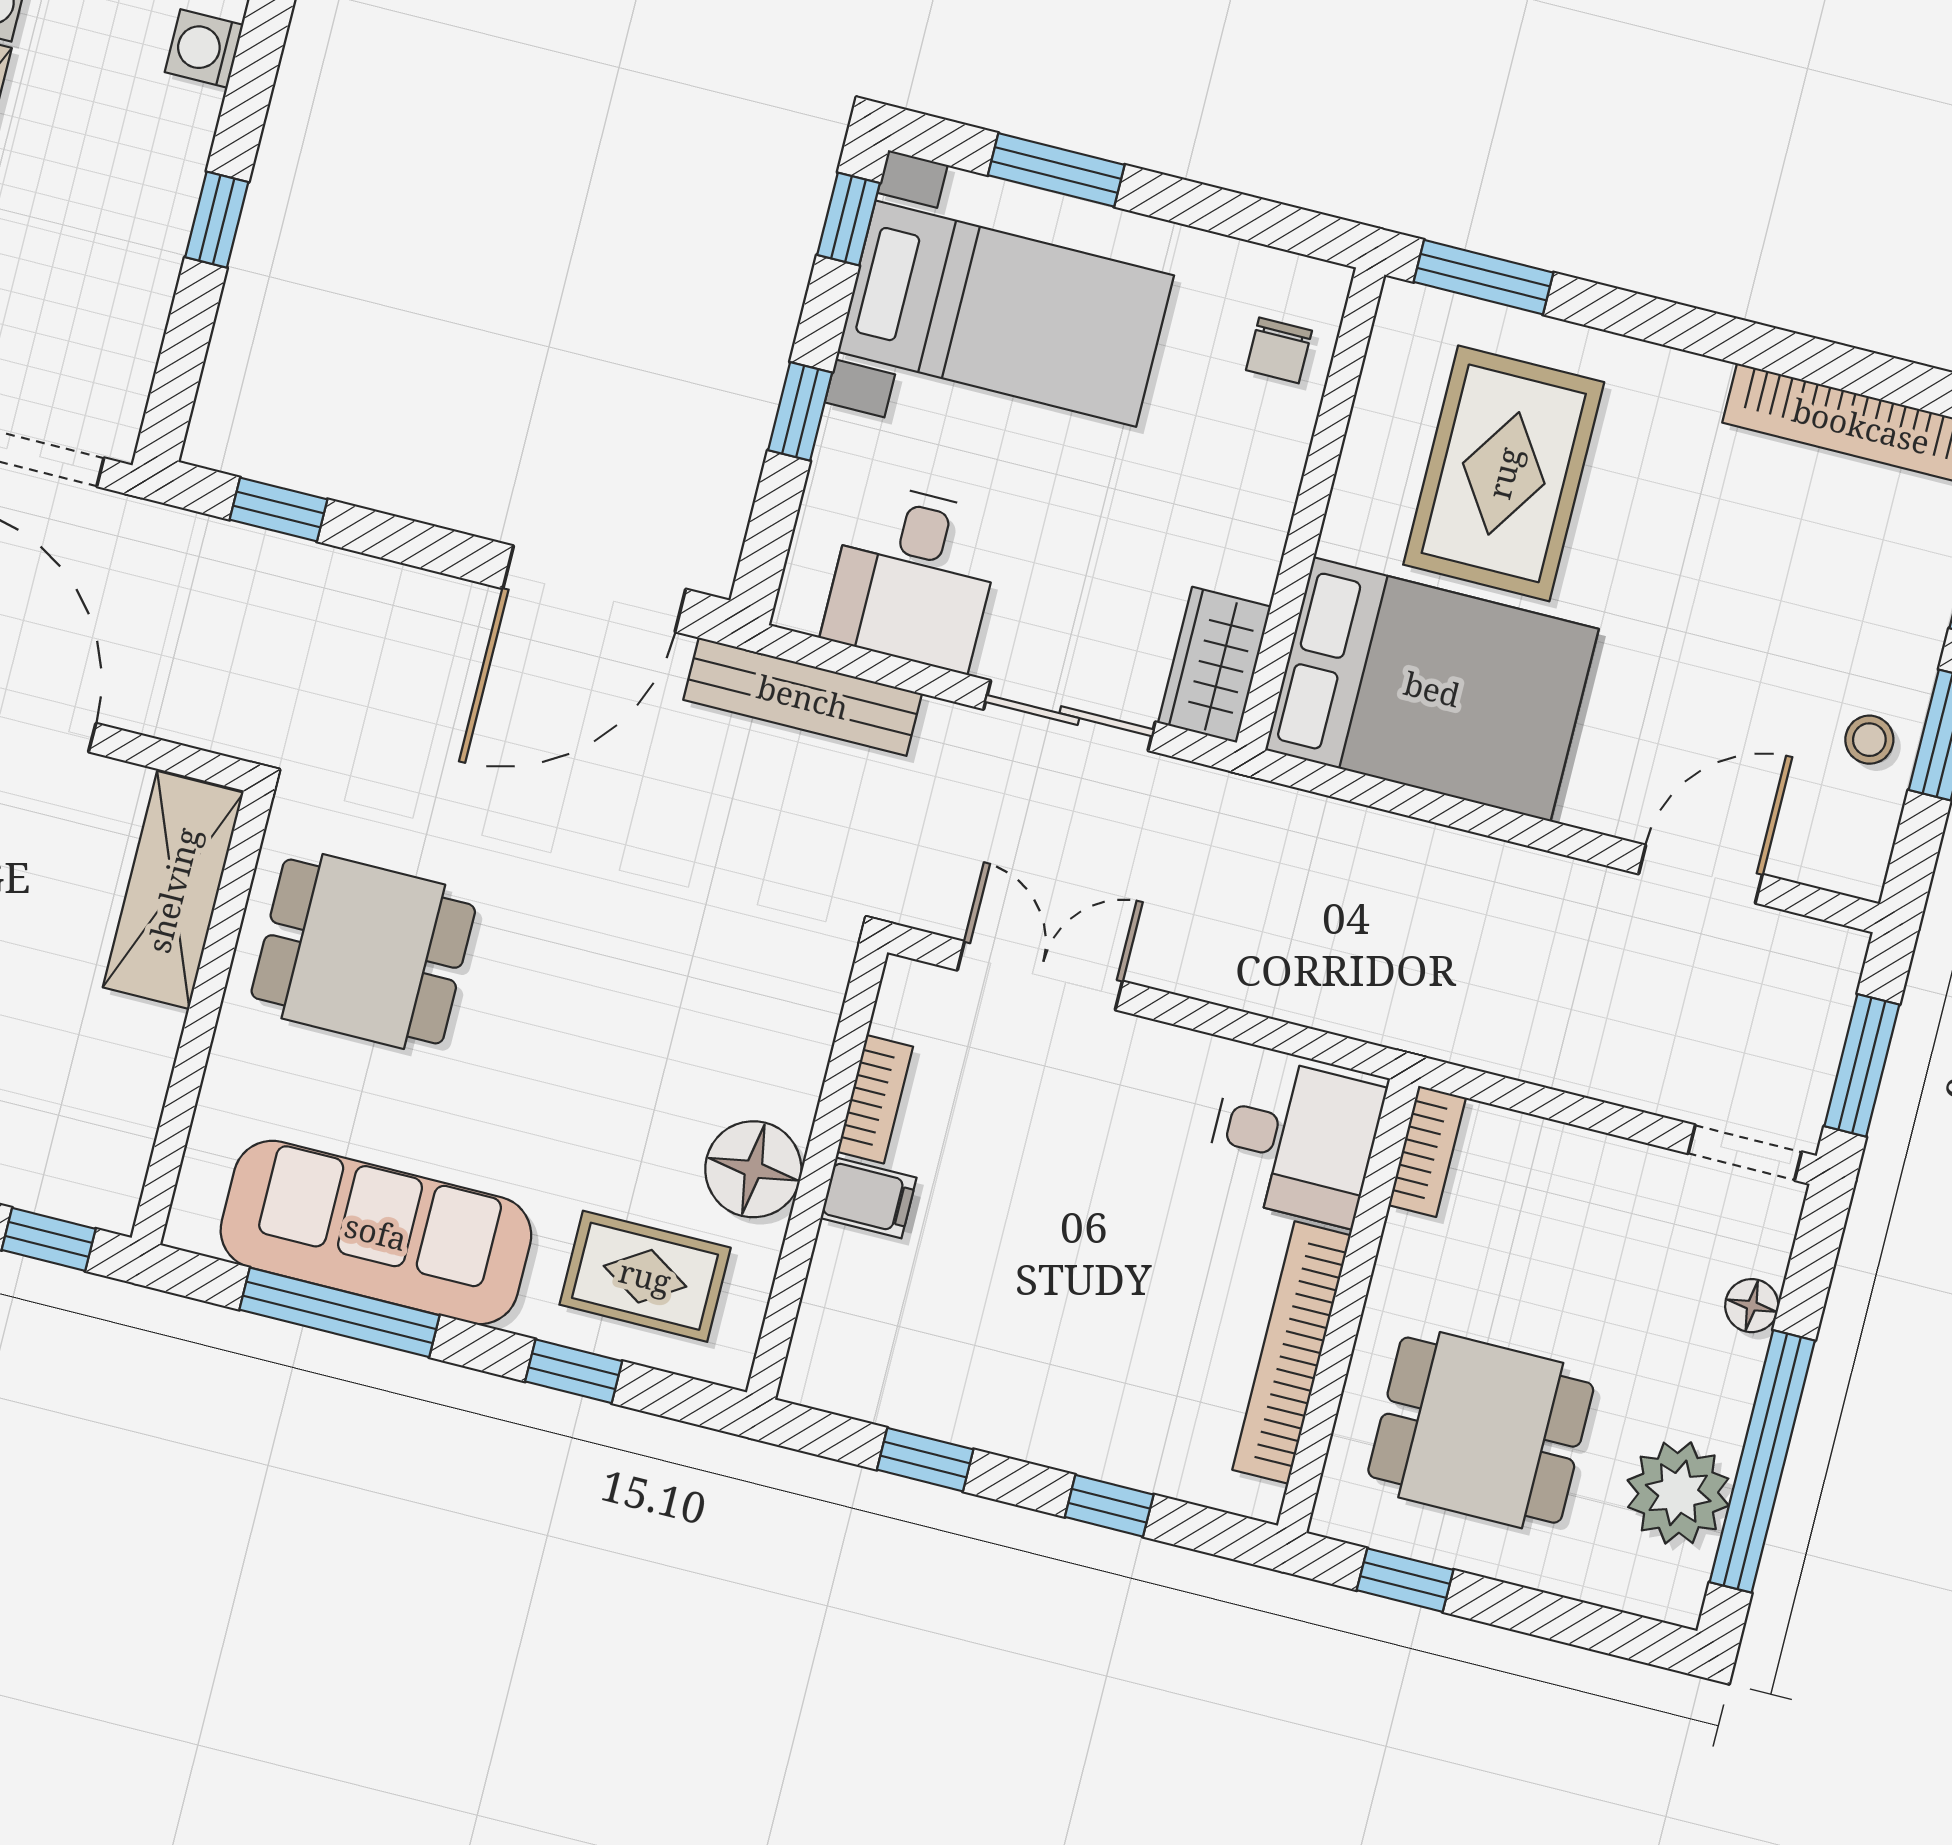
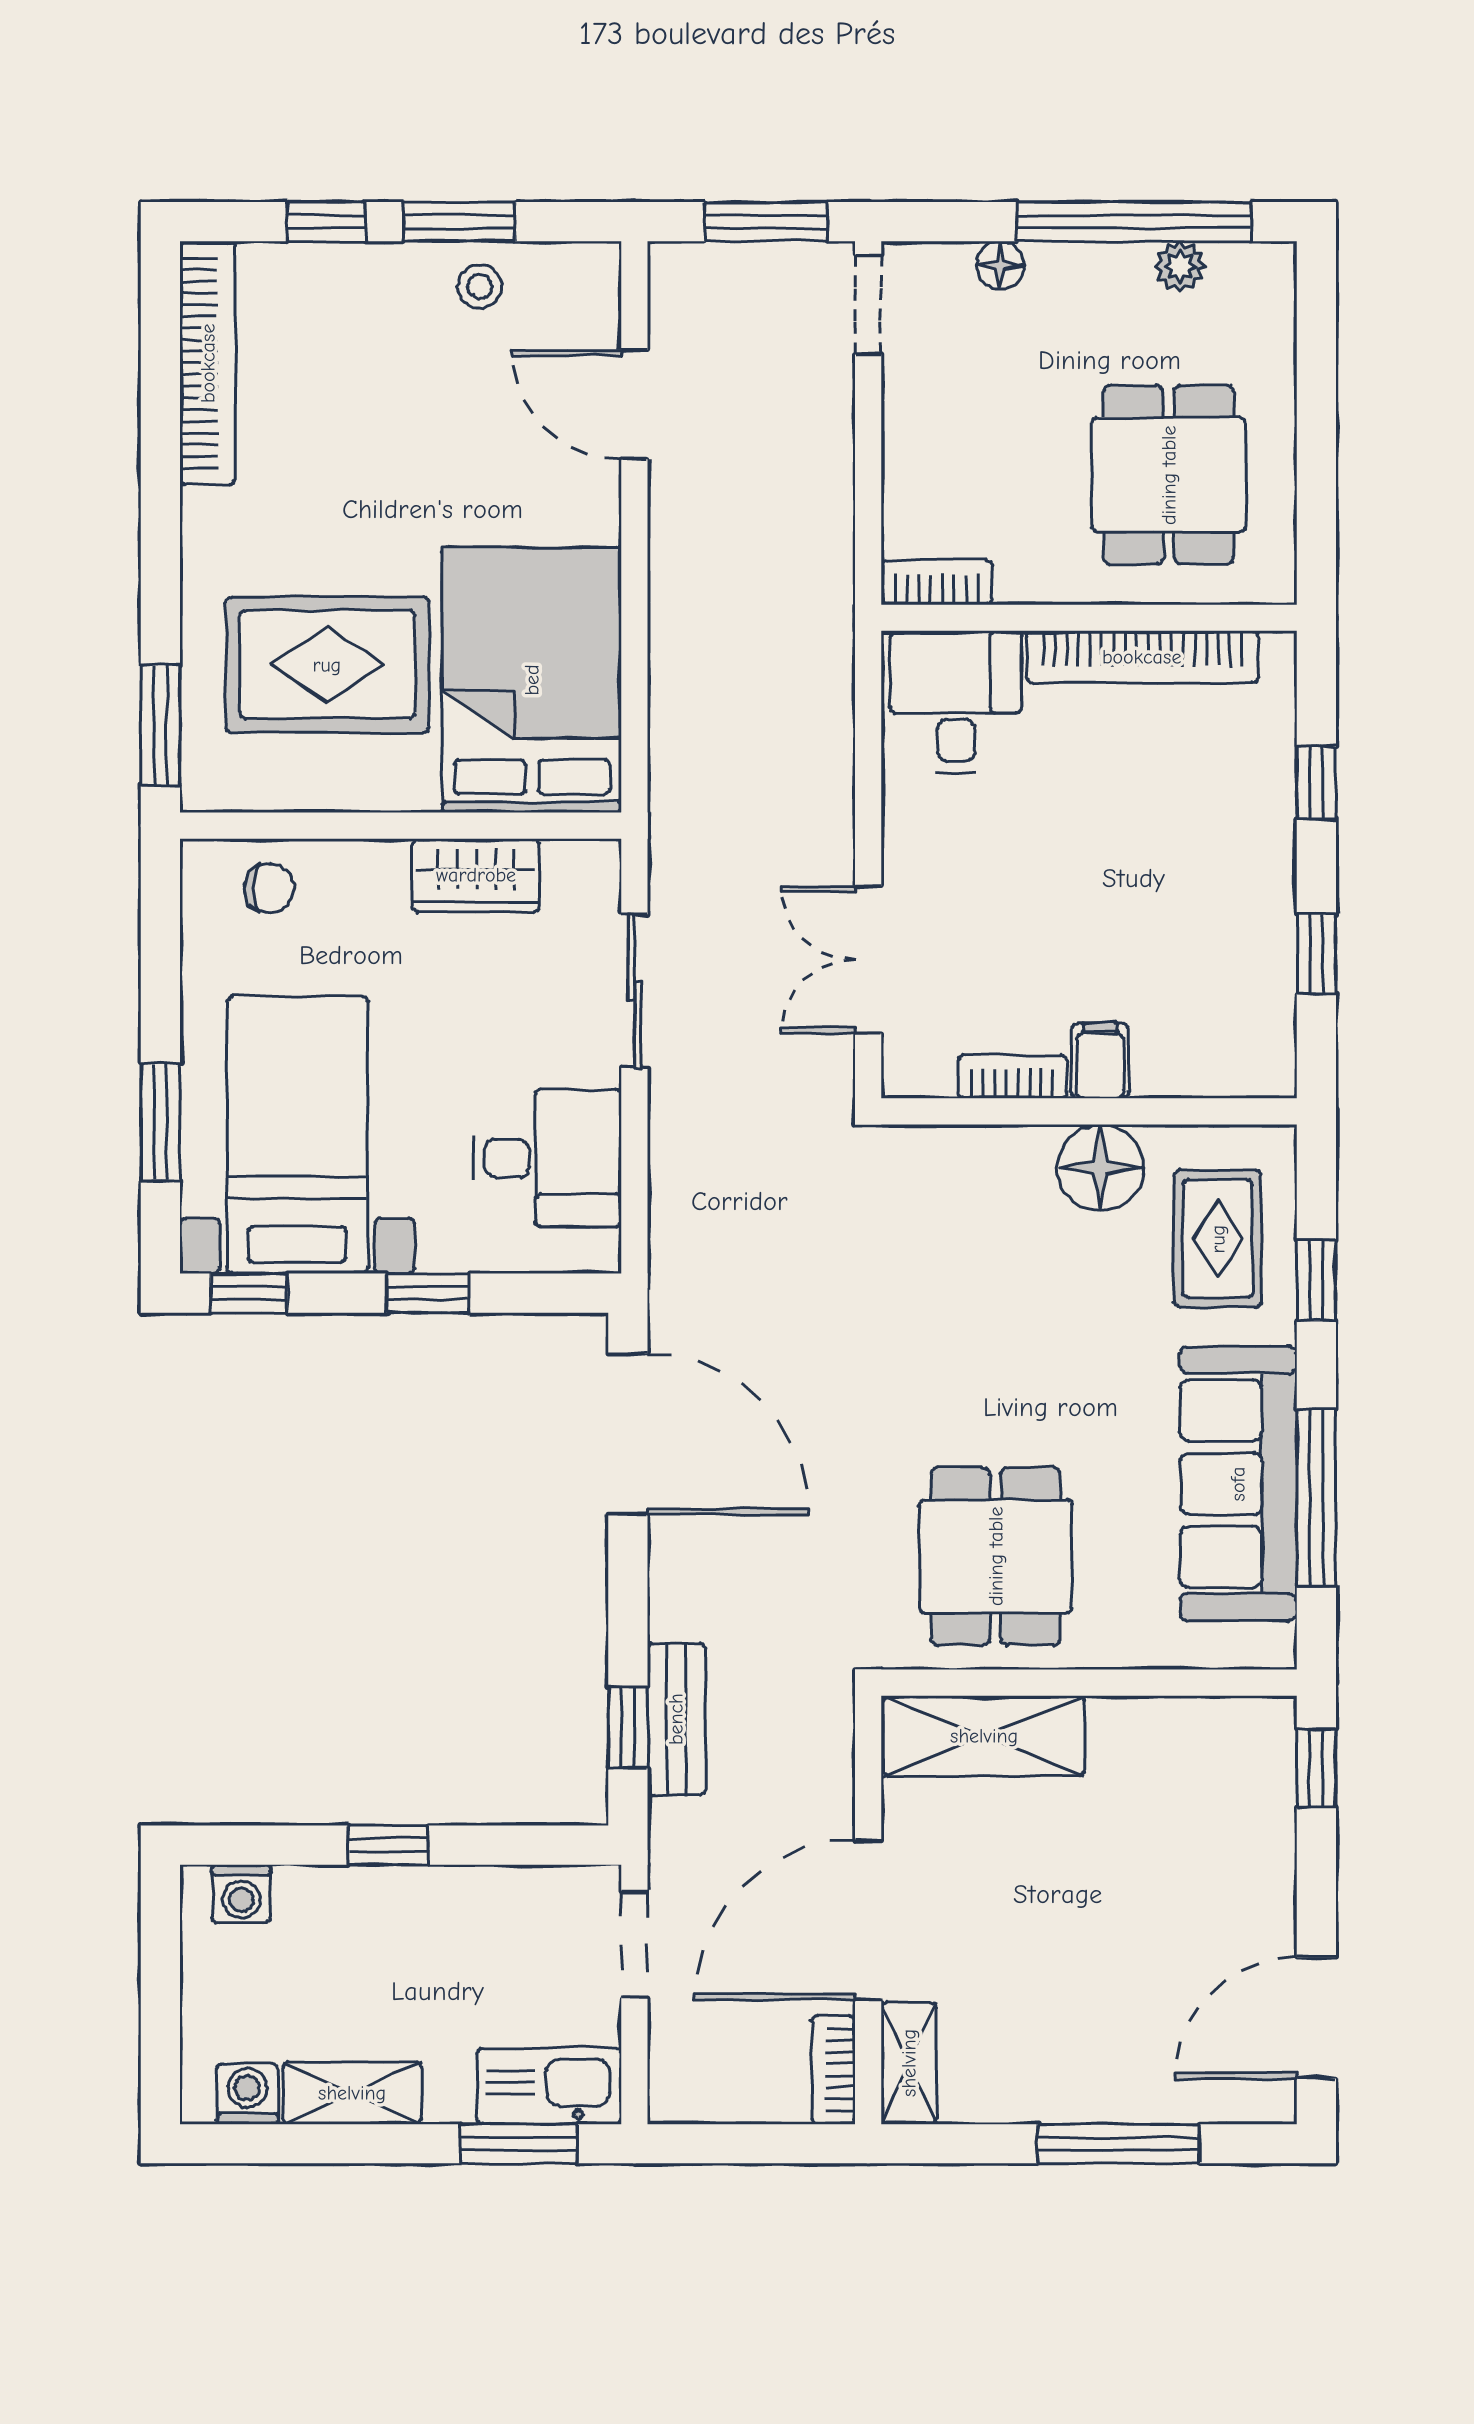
wardrobe: (1215, 665) -> (476, 875), moved
bench: (803, 697) -> (676, 1719), moved, width x0.73
plant: (1678, 1493) -> (1180, 266), width x0.53, depth x0.53
window: (1405, 1580) -> (1316, 508), removed

